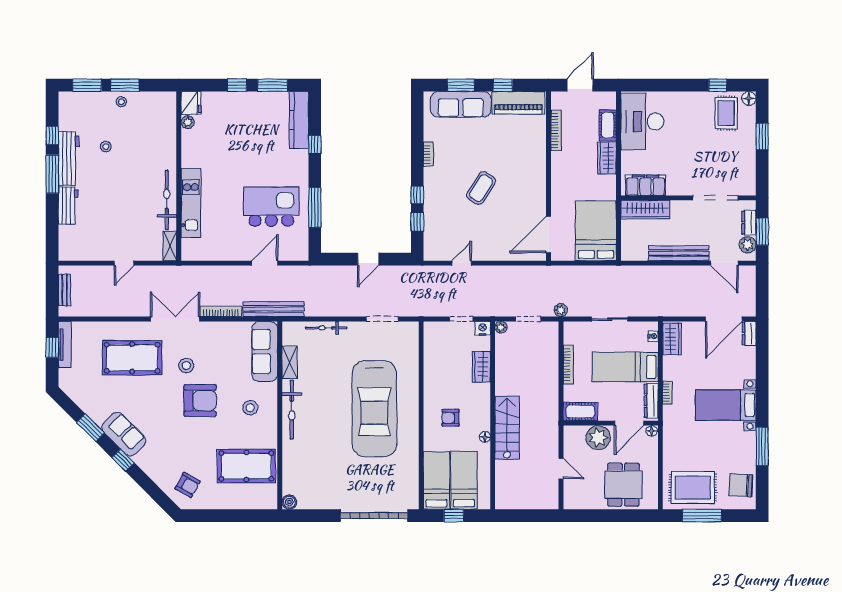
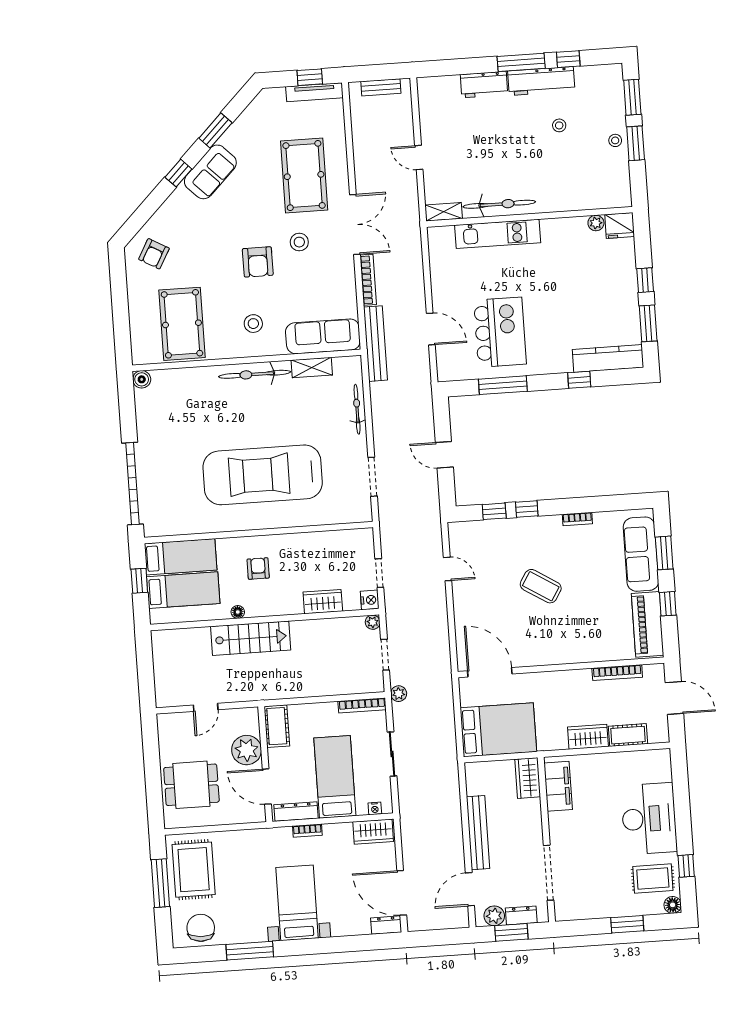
desk: (642, 122) -> (649, 819), moved, turned 90
wardrobe: (645, 210) -> (528, 778), width x0.67
bookcase: (568, 365) -> (362, 705), moved
armchair: (200, 401) -> (258, 262), width x0.73, depth x0.73
floor lamp: (652, 431) -> (259, 815), removed

